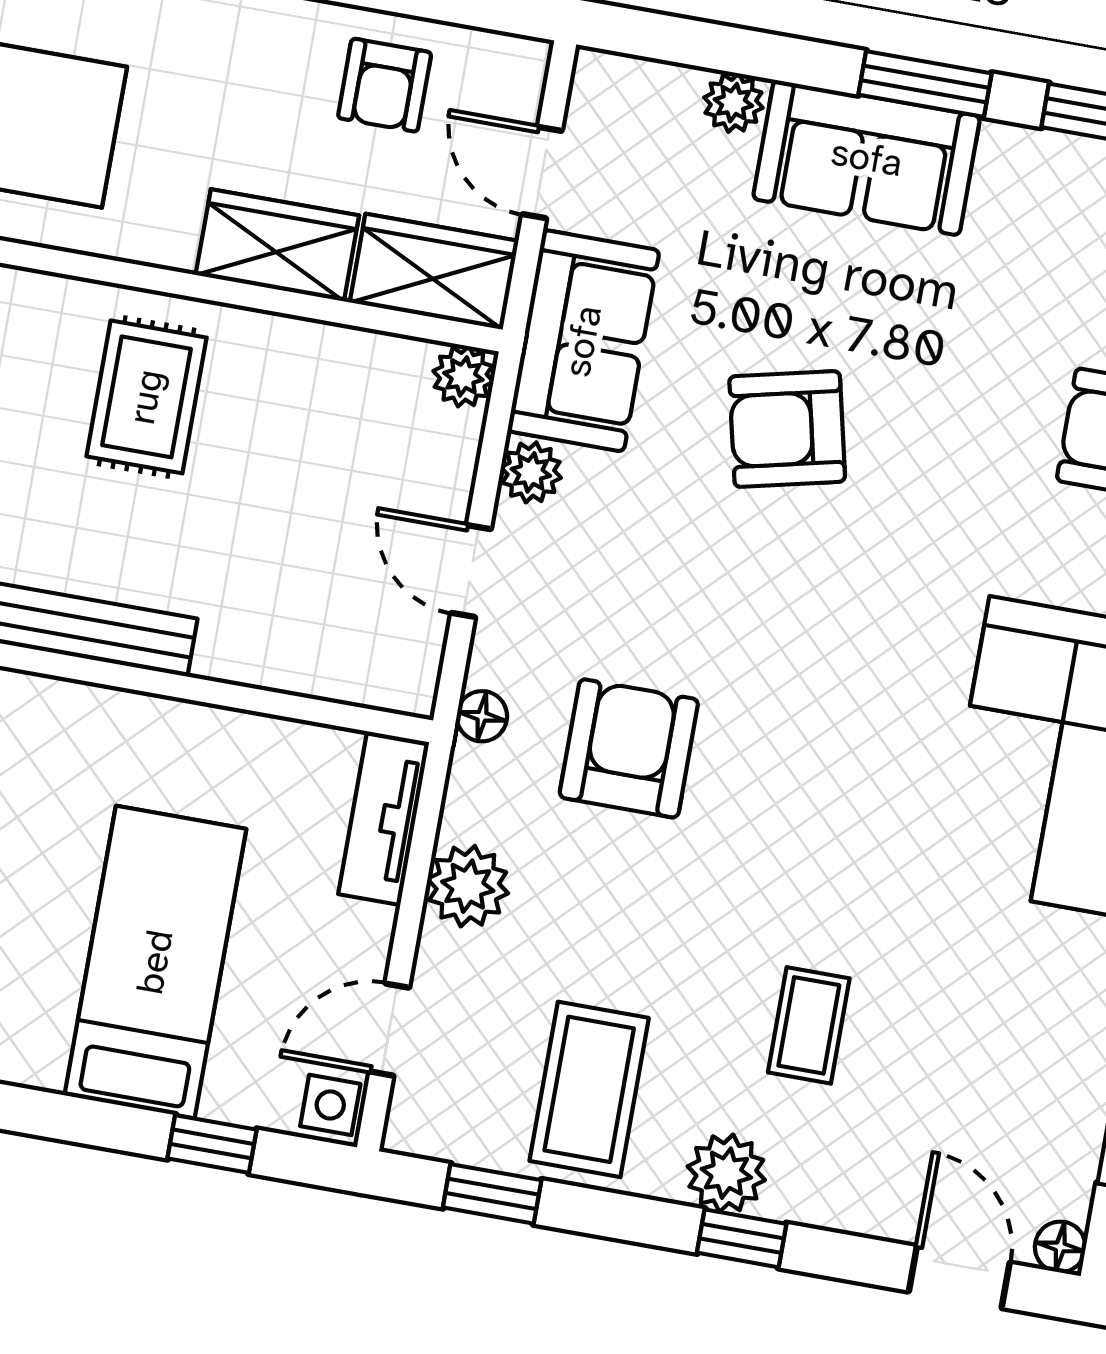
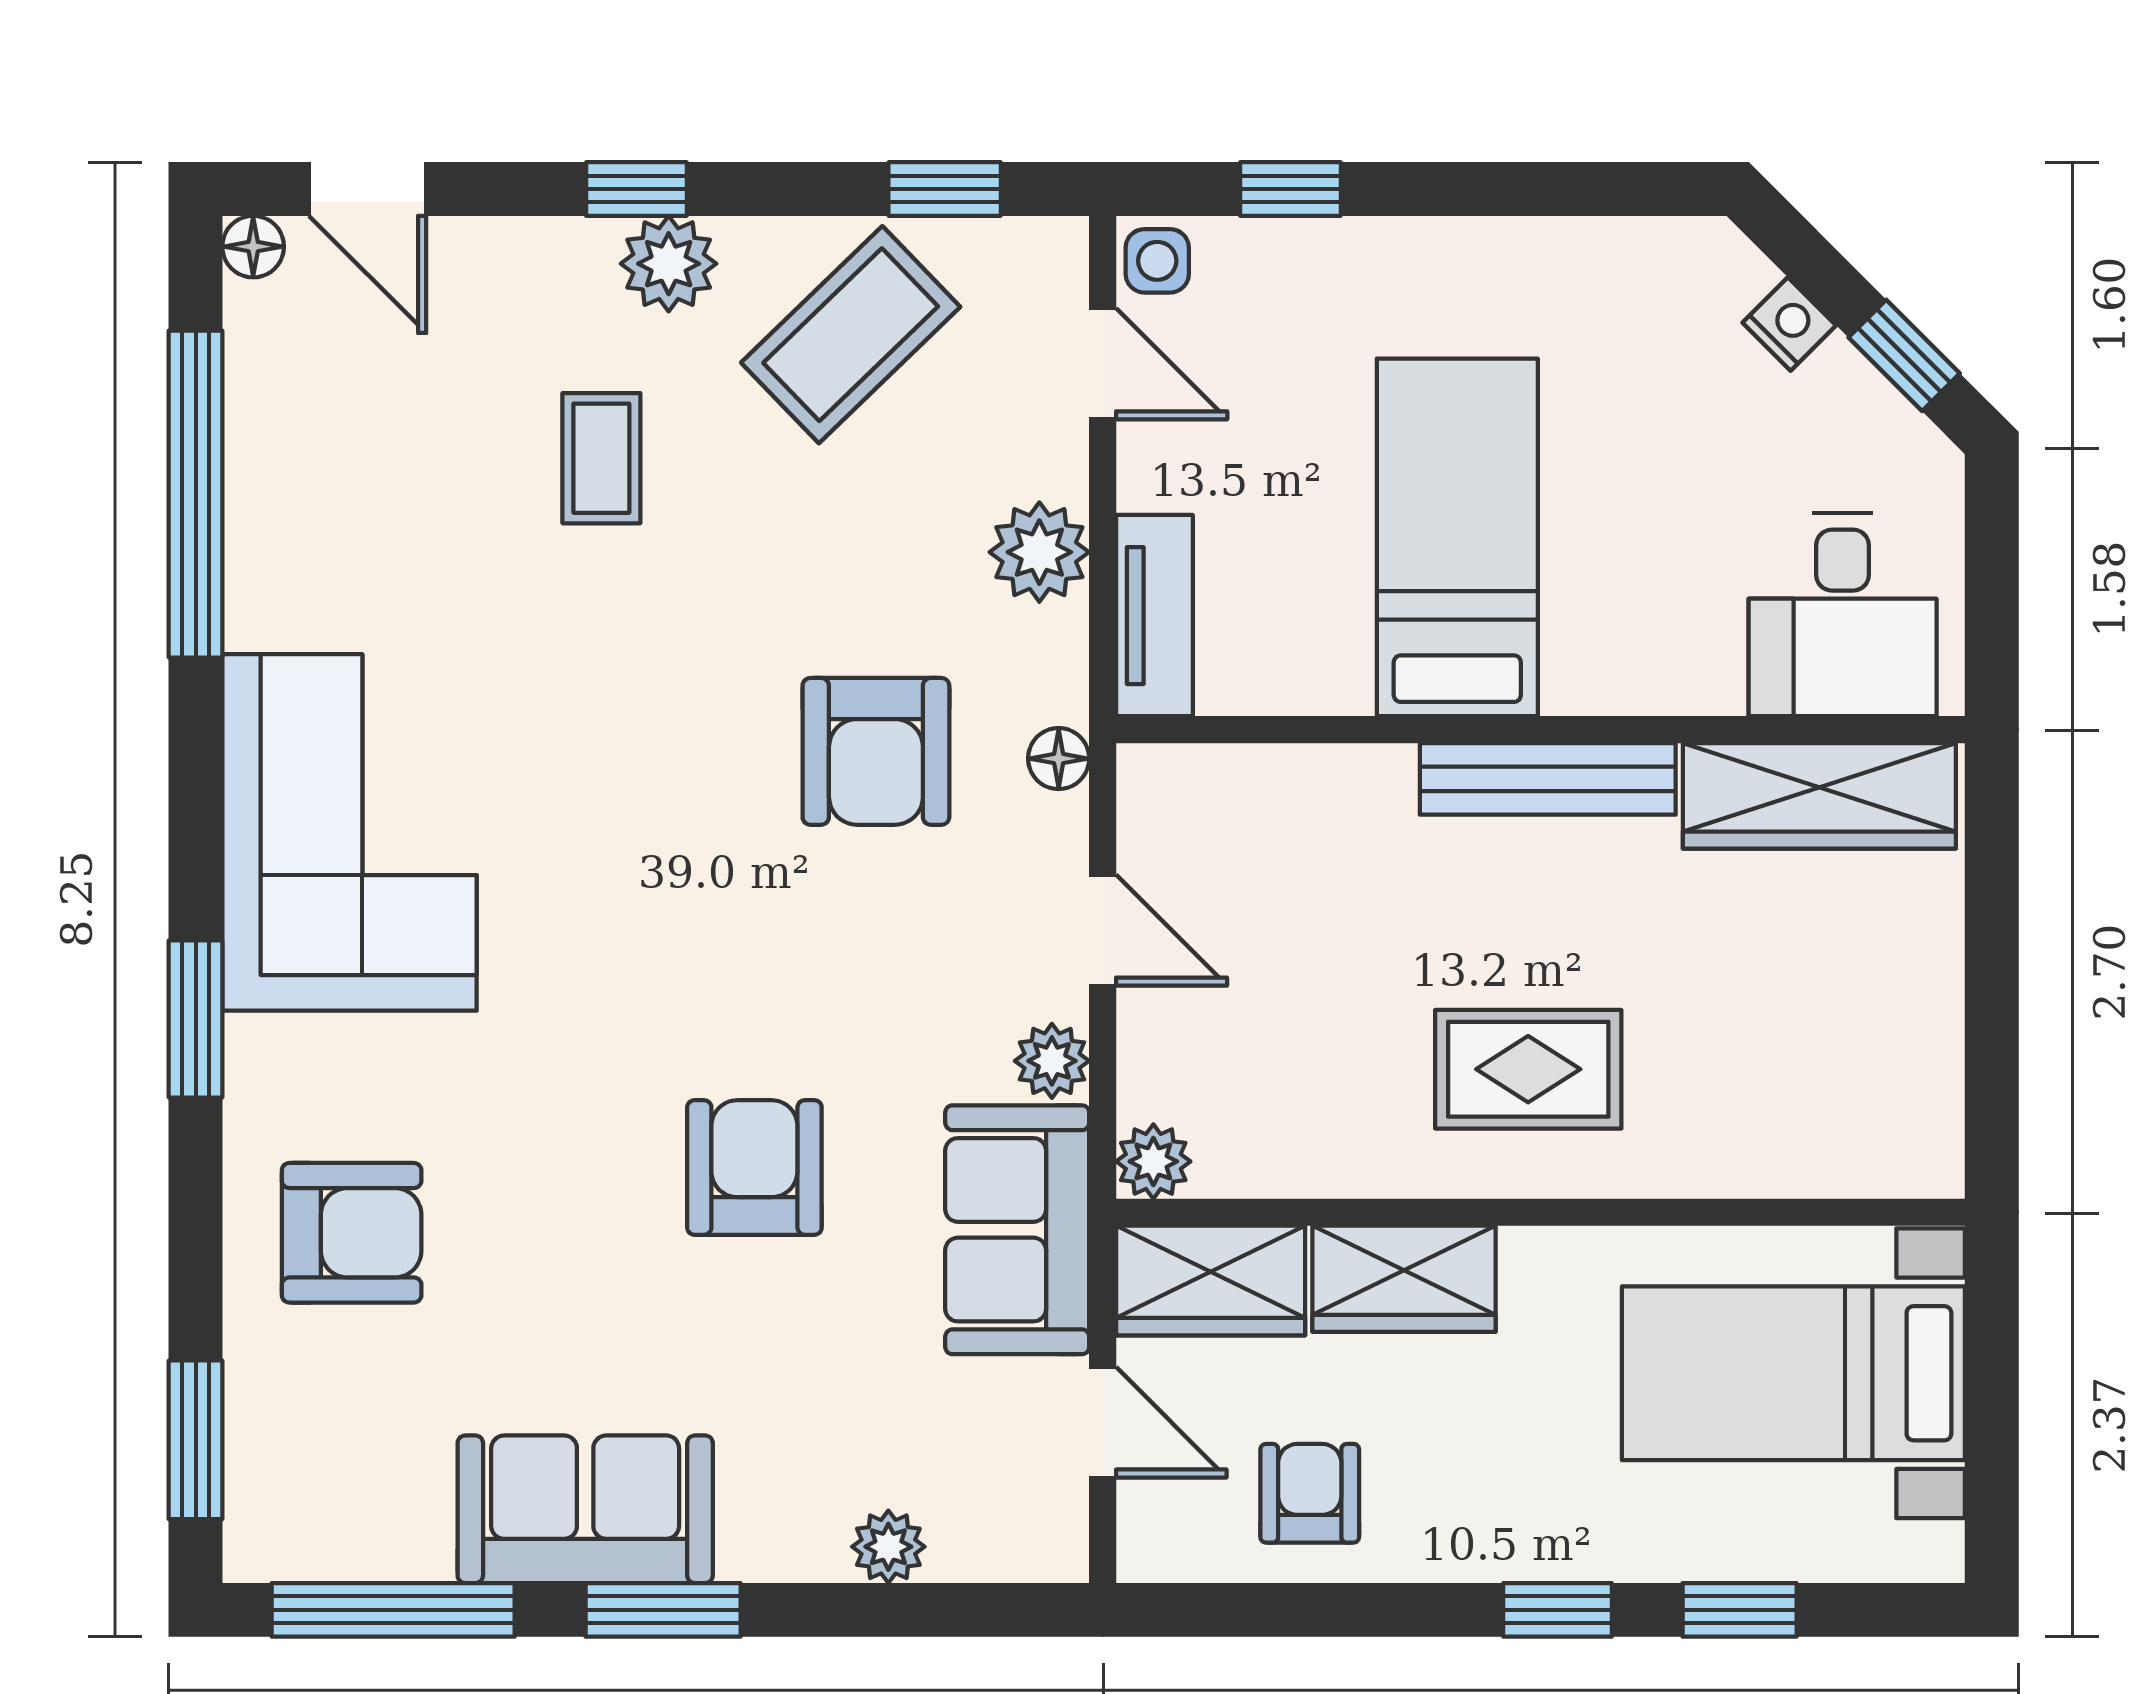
sofa: (867, 158) -> (585, 1509), moved
rug: (146, 397) -> (1528, 1069), turned 90
armchair: (787, 429) -> (754, 1167), turned -77
bed: (155, 962) -> (1457, 537), moved, turned 180
door: (389, 1030) -> (1103, 364), hinge flipped
coffee table: (589, 1089) -> (851, 335), turned 46

